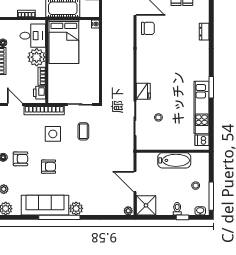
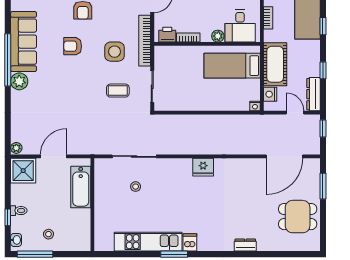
nightstand: (86, 12) -> (270, 94), added
chair: (148, 28) -> (249, 173), removed
bed: (64, 42) -> (232, 66), width x0.67
plant: (37, 57) -> (218, 36), width x0.53, depth x0.53
fridge: (143, 91) -> (203, 167), moved
dishwasher: (202, 140) -> (190, 242), moved
bathtub: (174, 160) -> (81, 187), moved
armchair: (49, 167) -> (73, 46), turned 90

